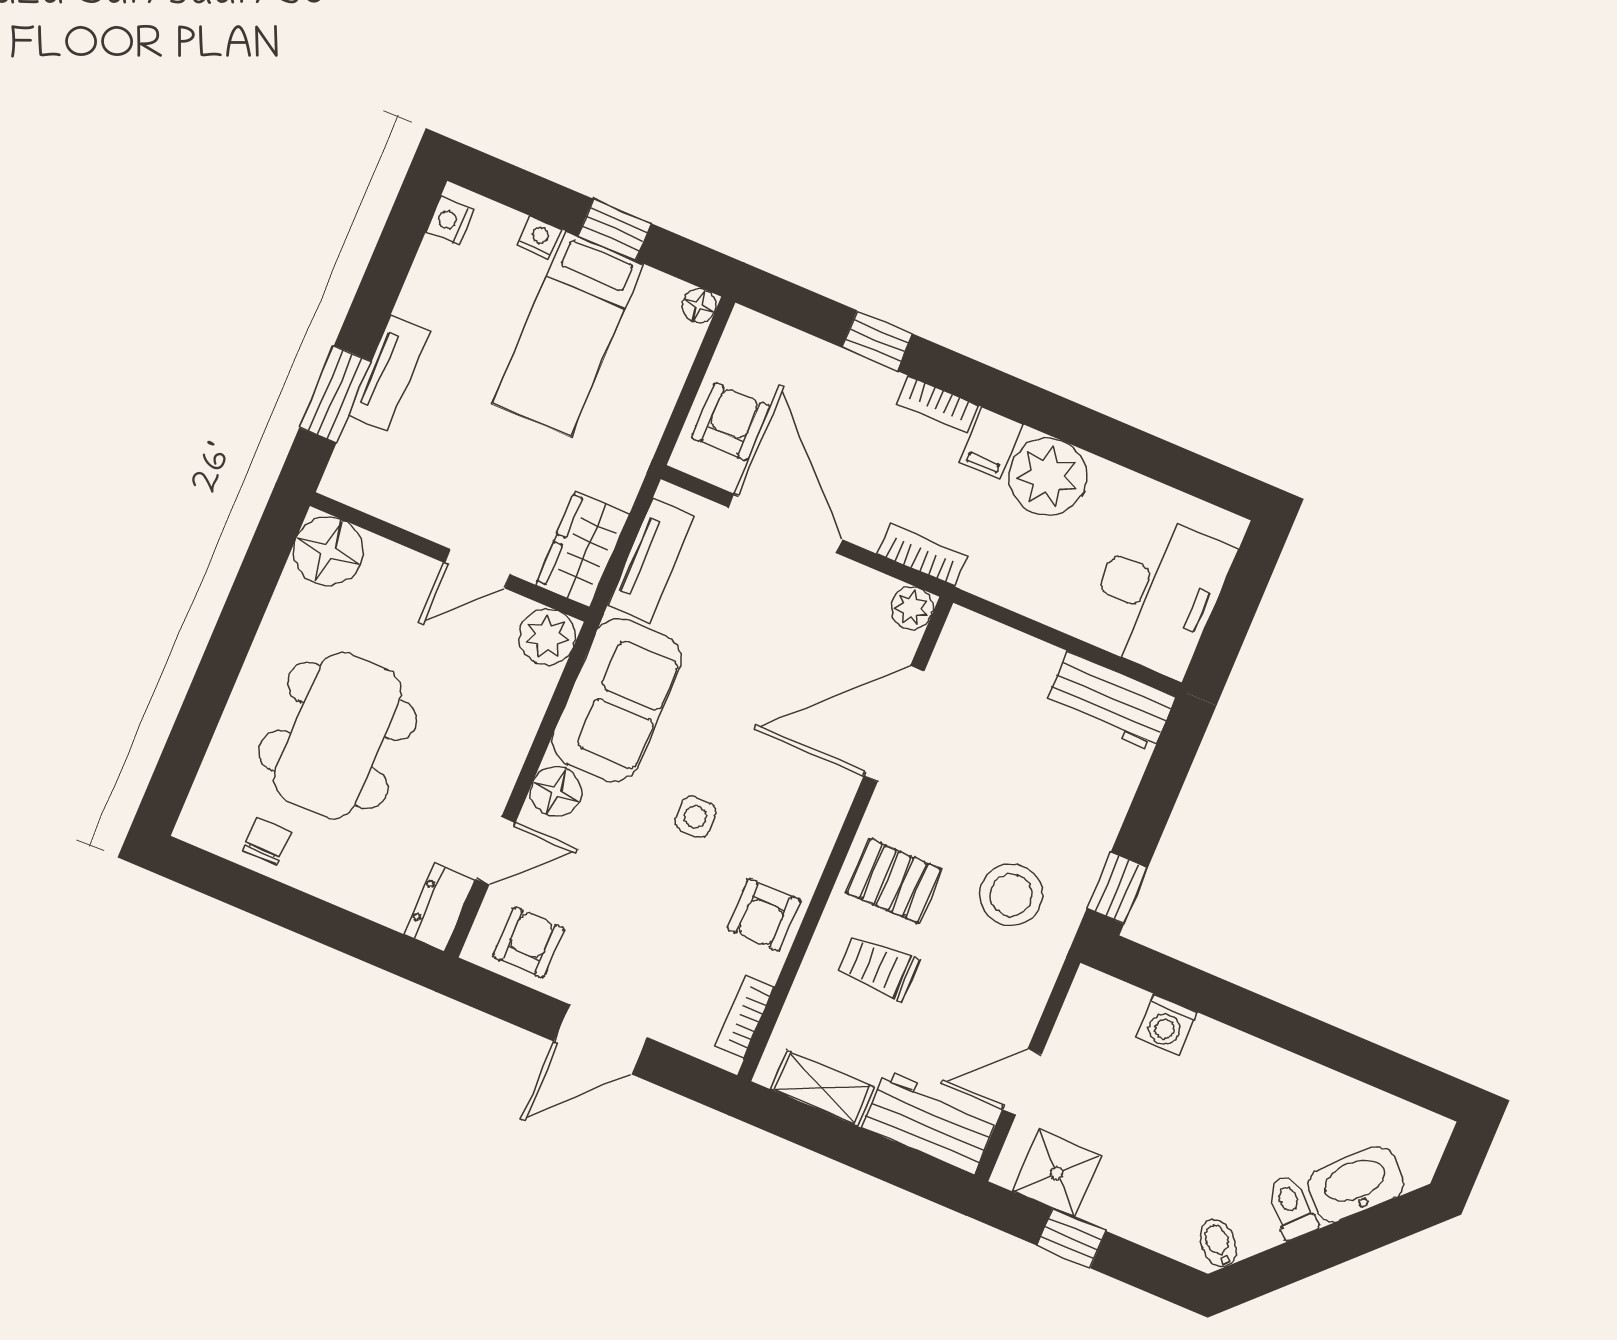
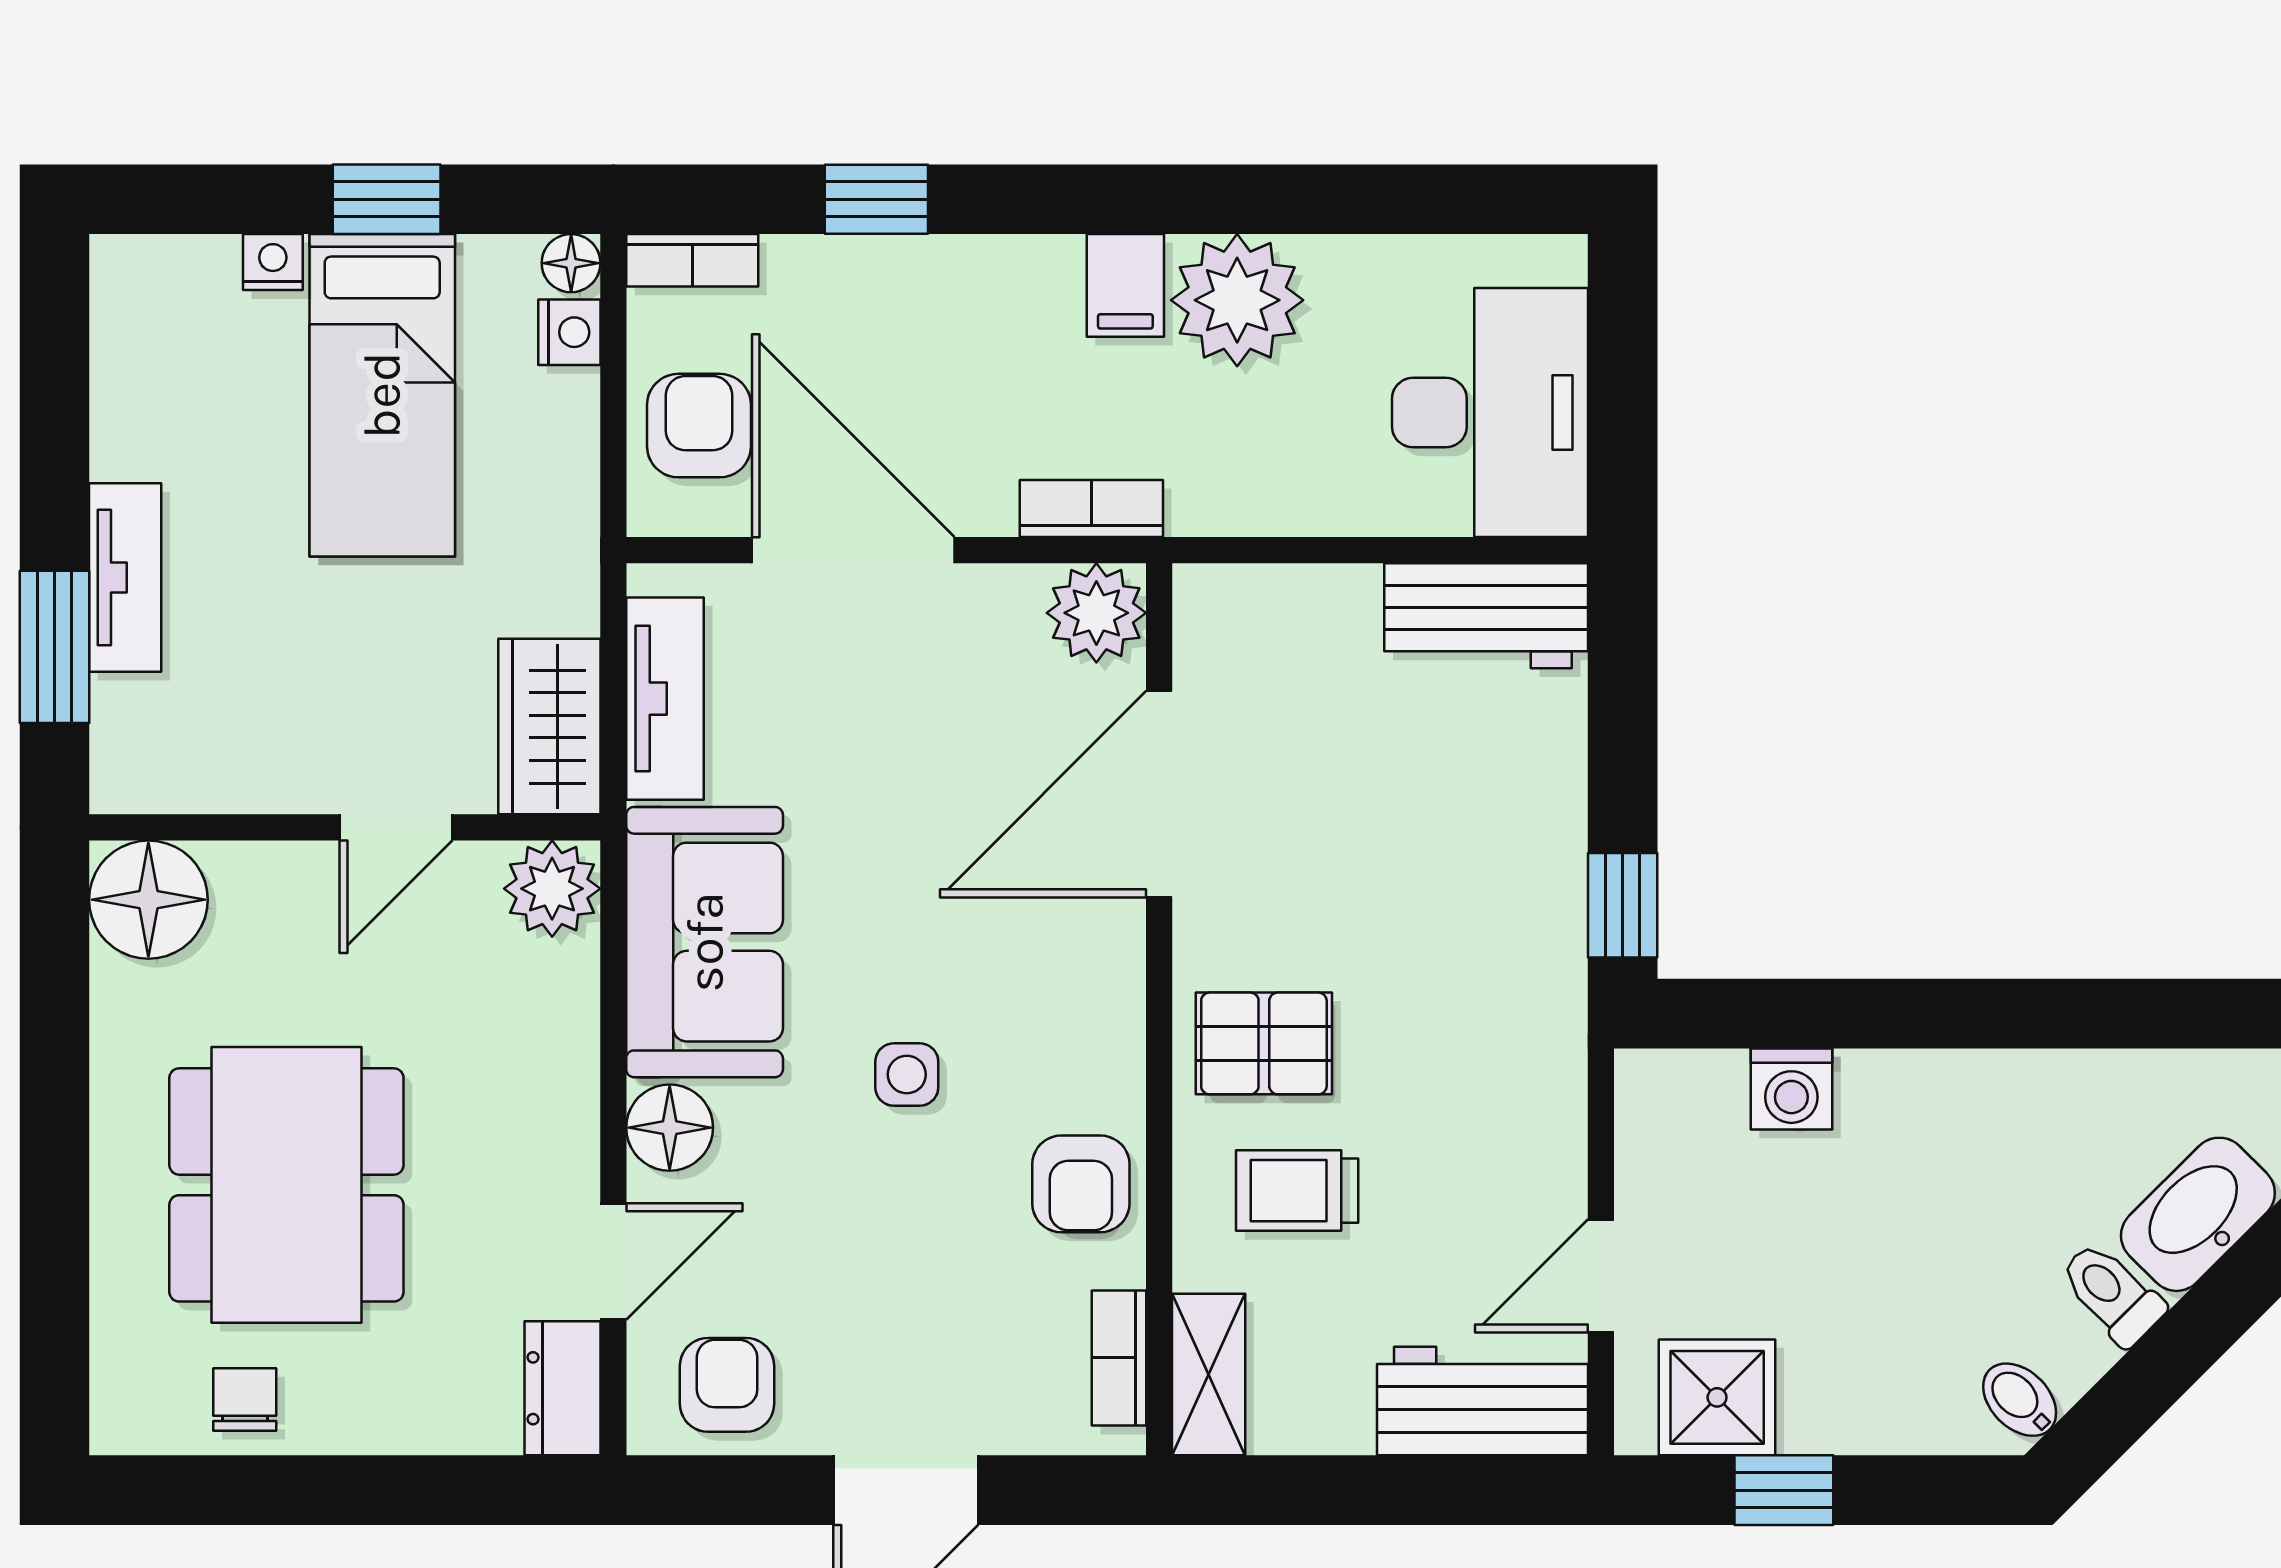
nightstand: (450, 221) -> (569, 332), moved, turned 180
bookcase: (937, 404) -> (692, 260), moved
plant: (912, 608) -> (1096, 613), width x1.38, depth x1.38
stool: (1011, 895) -> (1459, 987), removed
shelving: (822, 1088) -> (1209, 1375), moved, turned 90

